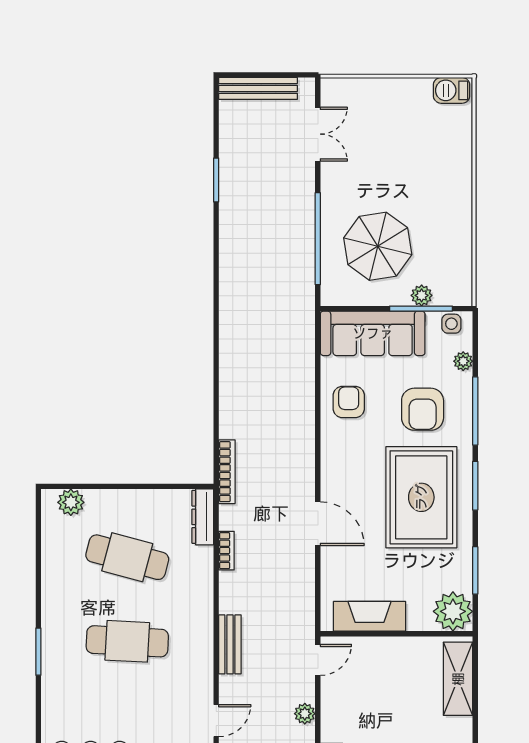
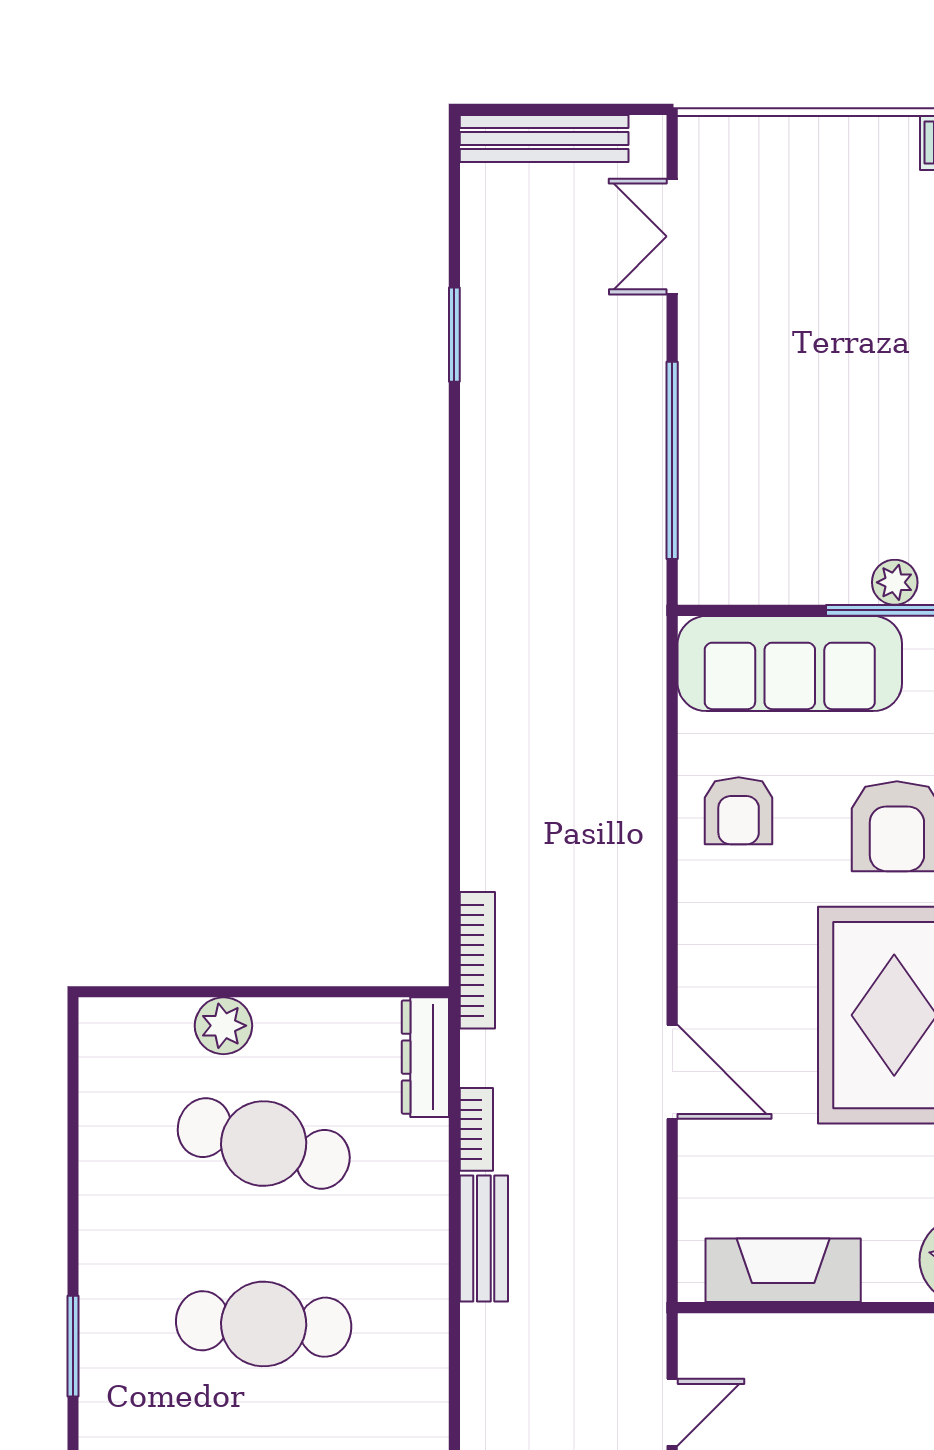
double door: (318, 134) -> (672, 236), swing flipped
parasol: (378, 246) -> (801, 477), removed
armchair: (349, 402) -> (739, 811), turned 180
plant: (71, 502) -> (223, 1026), moved
bench: (230, 644) -> (484, 1238), moved
door: (318, 660) -> (672, 1412), moved

